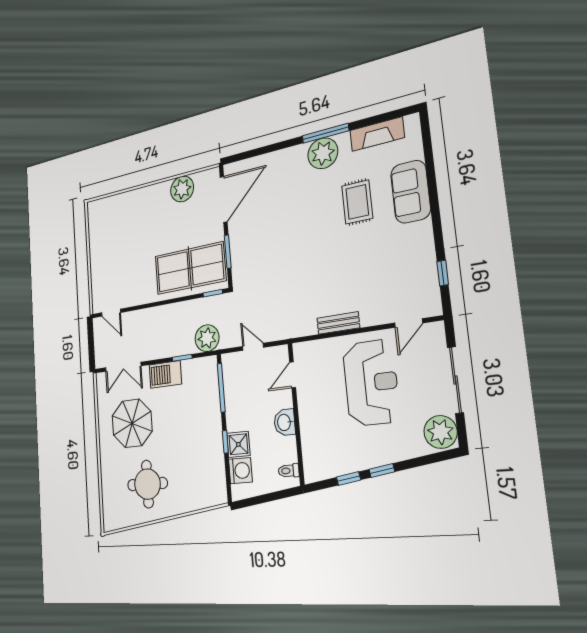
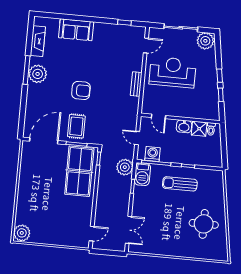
plant: (182, 189) -> (22, 233), moved
door: (224, 199) -> (44, 141), hinge flipped
rug: (357, 202) -> (76, 126), moved, turned 90
armchair: (310, 233) -> (81, 90), added
door: (409, 323) -> (146, 45), hinge flipped
door: (253, 347) -> (137, 138), hinge flipped
barbecue: (165, 374) -> (142, 174), moved
parasol: (132, 423) -> (165, 229), removed
sun lounger: (197, 434) -> (180, 184), added
shower: (238, 444) -> (199, 129), moved
washing machine: (240, 471) -> (153, 154), moved

